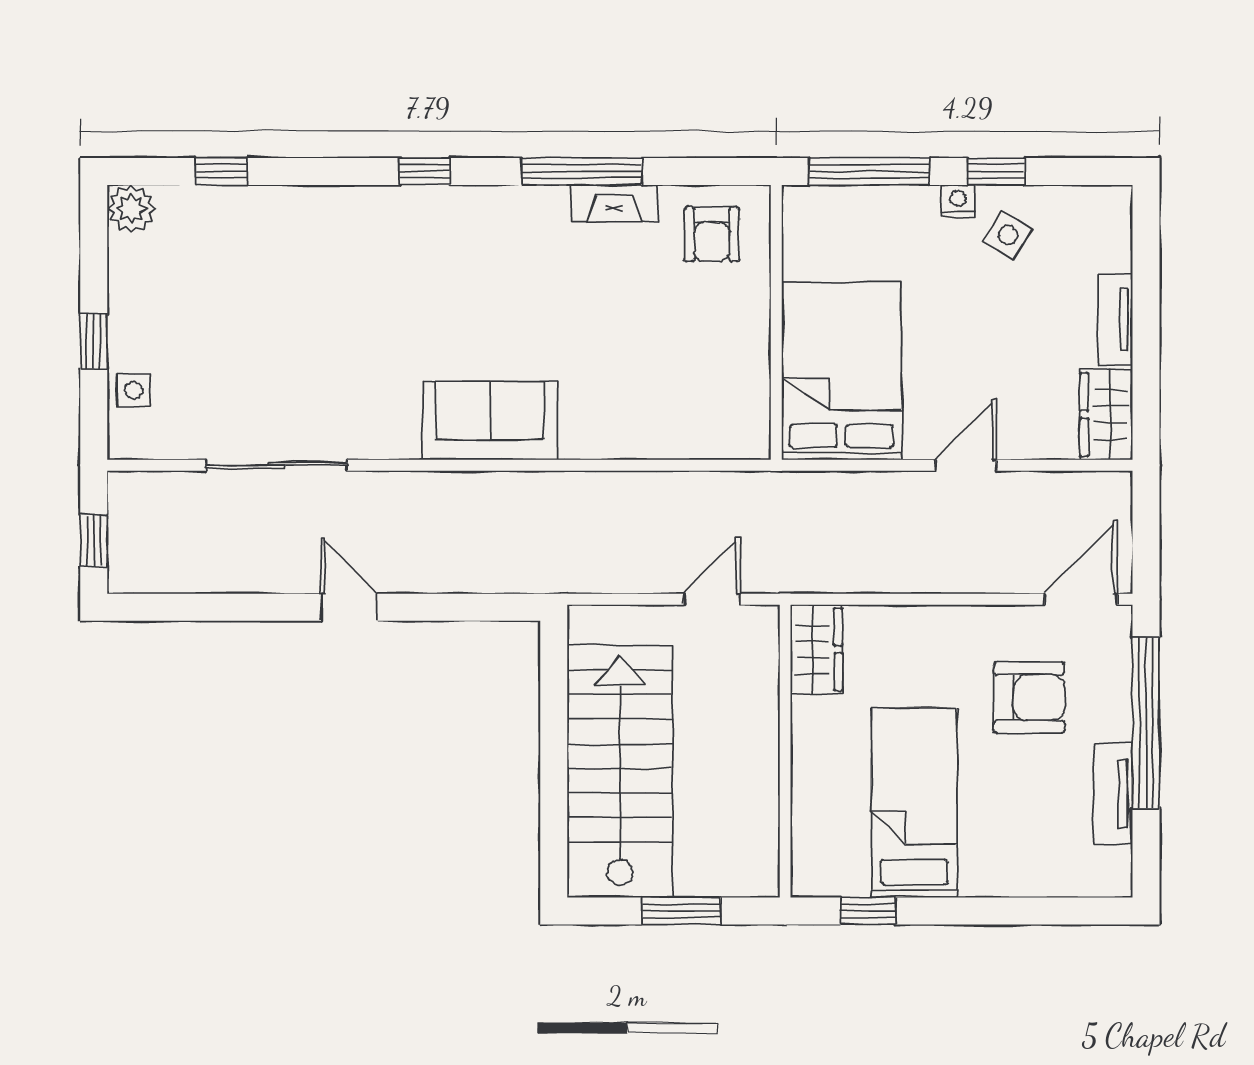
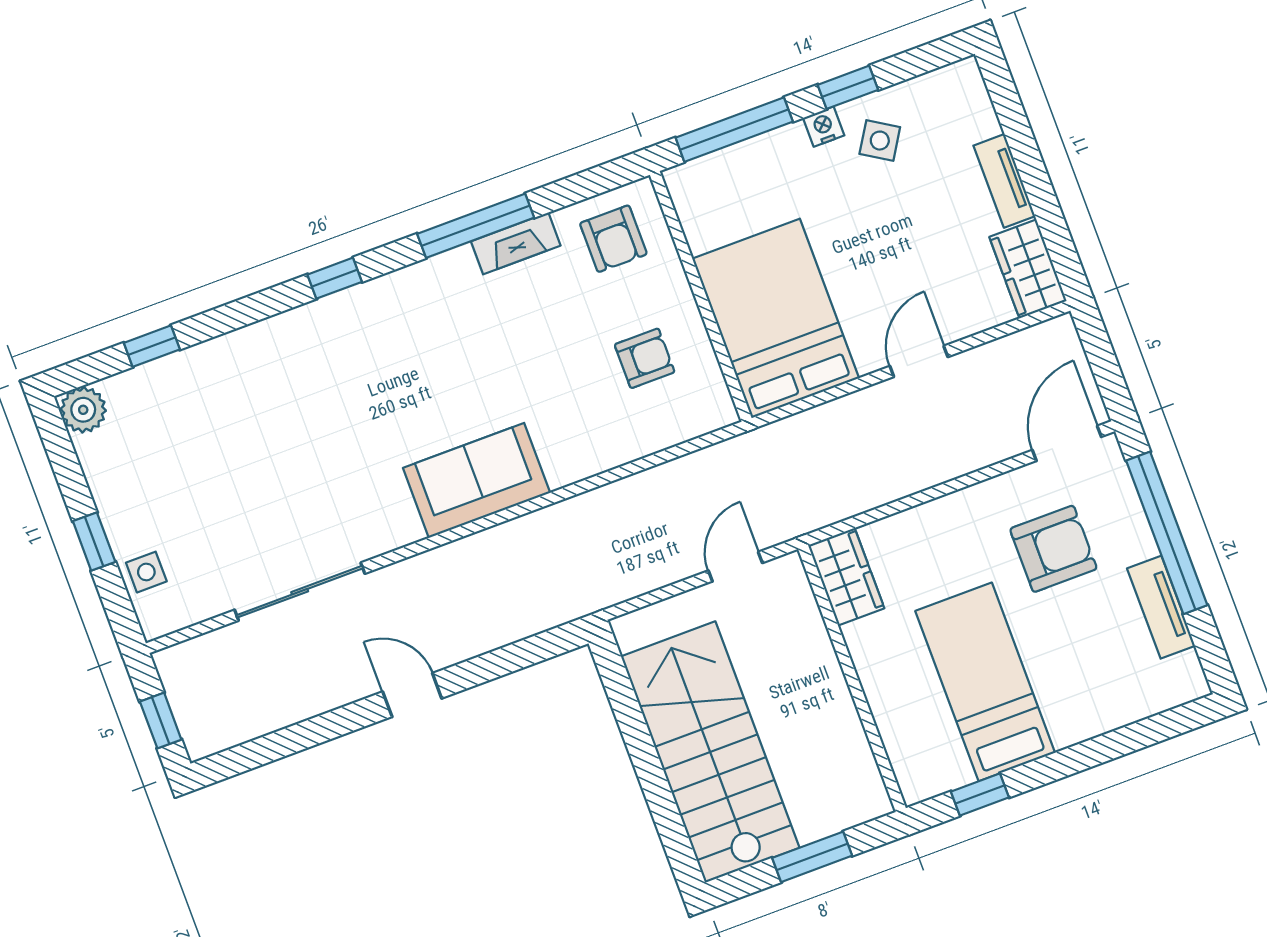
armchair: (699, 362) -> (645, 358), added

